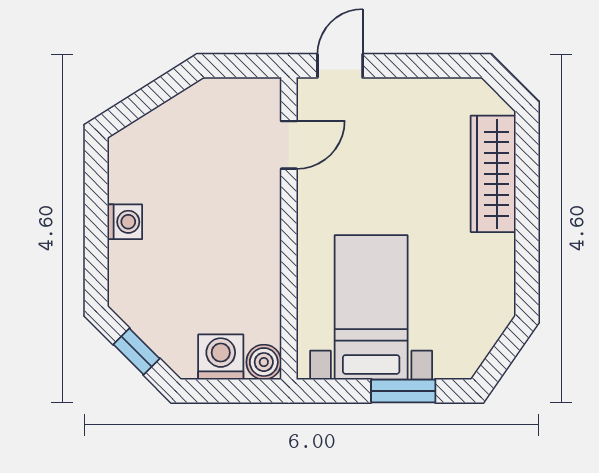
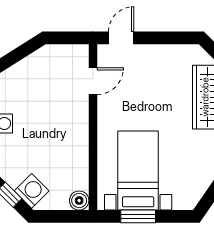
washing machine: (221, 357) -> (32, 191), moved, turned 45
window: (403, 391) -> (138, 216), moved

